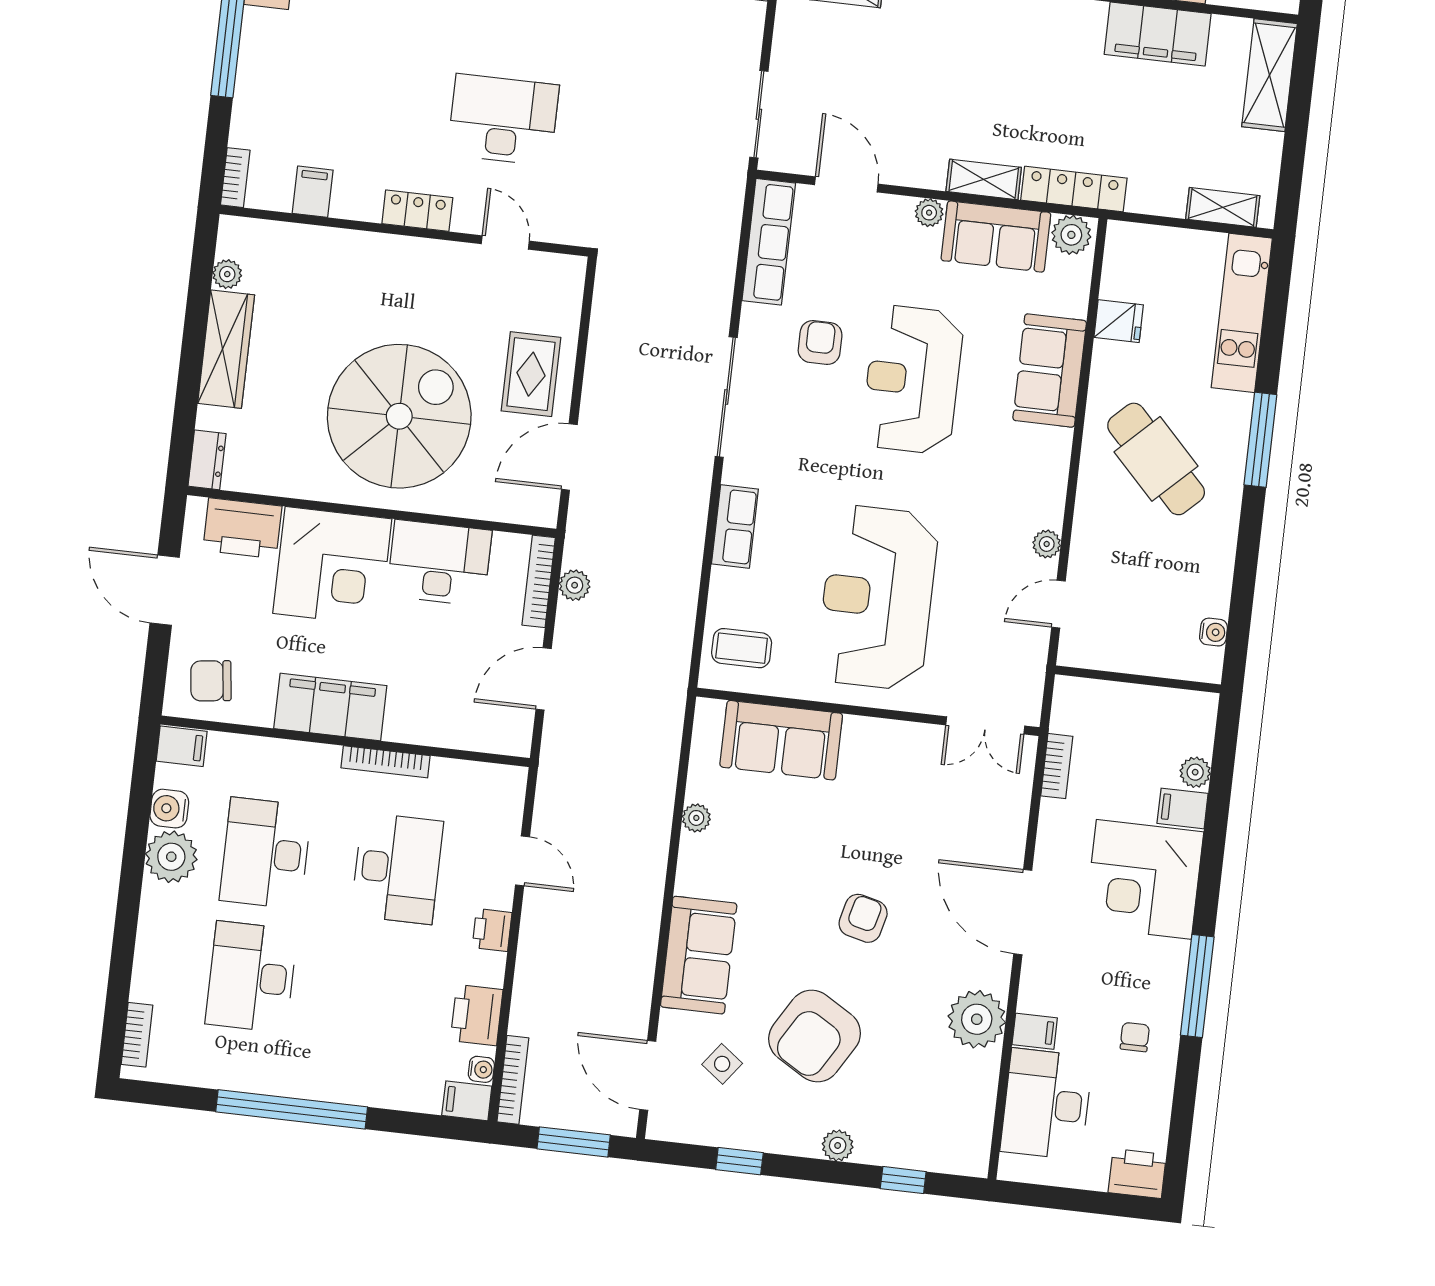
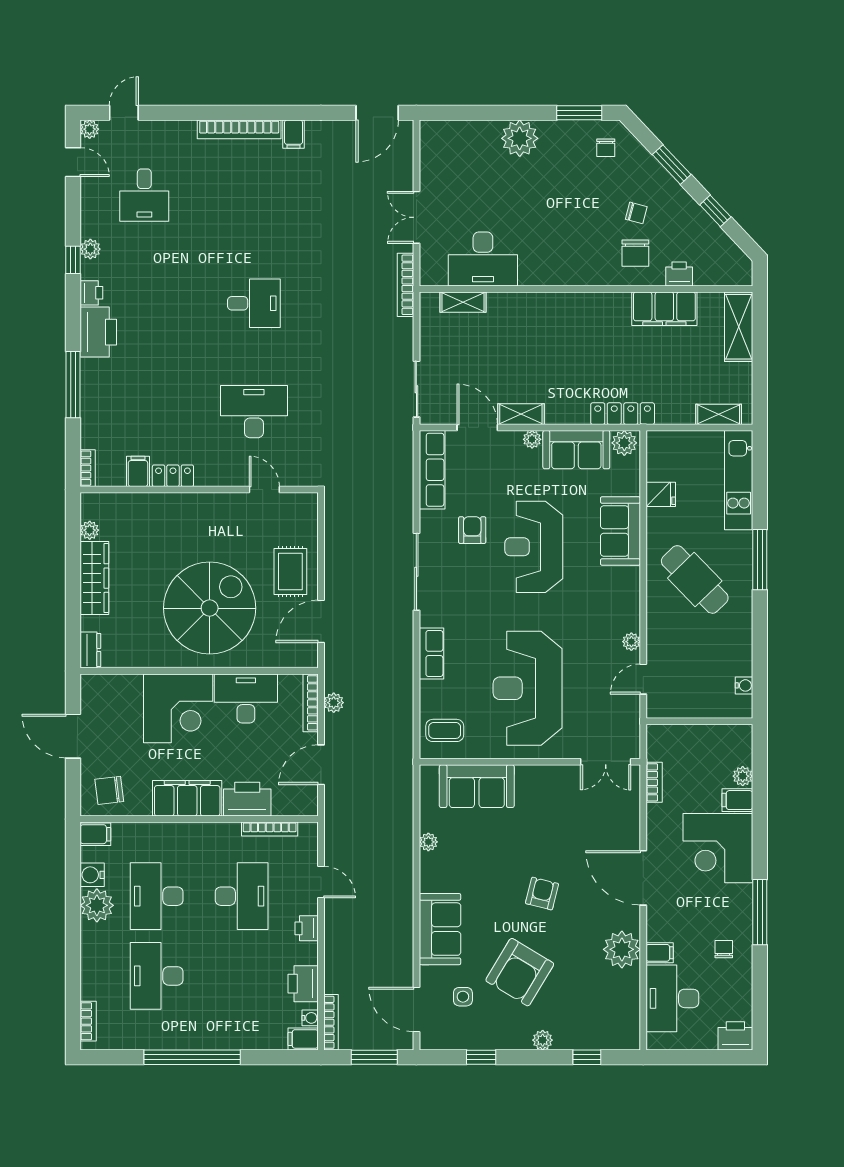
shelving: (984, 179) -> (521, 414), moved
locker: (417, 211) -> (173, 476), moved
printer: (242, 528) -> (247, 799), moved, turned 180
bookcase: (386, 762) -> (270, 829), moved
side table: (722, 1064) -> (463, 997), turned -37

